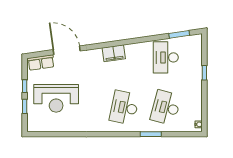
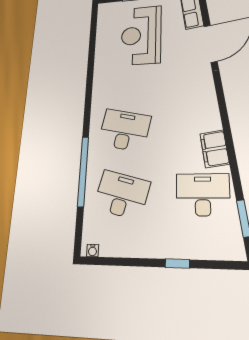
filing cabinet: (114, 53) -> (215, 149), moved
window: (151, 134) -> (83, 171), width x2.11

